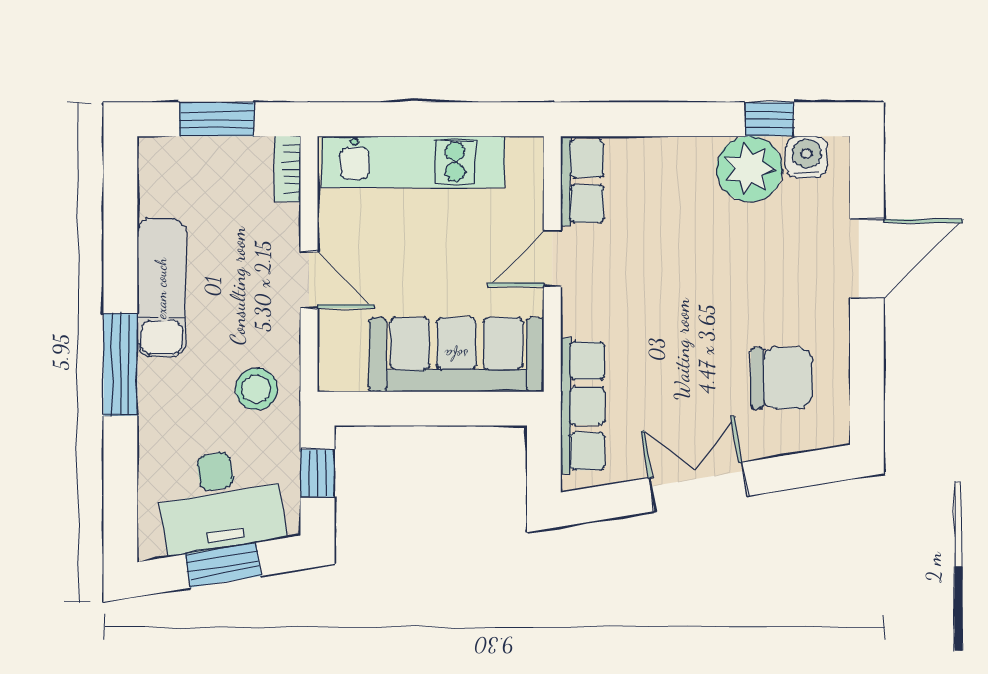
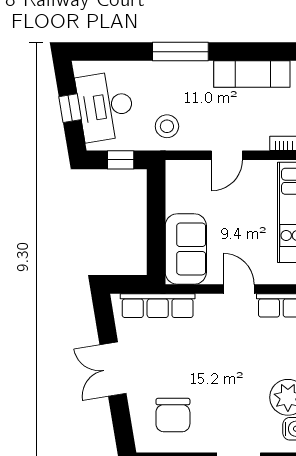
exam couch: (161, 288) -> (252, 74), moved
sofa: (456, 355) -> (186, 249), width x0.73
double door: (698, 487) -> (113, 369), swing flipped
window: (223, 565) -> (70, 108), width x0.67

